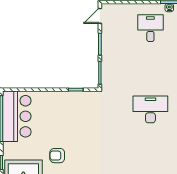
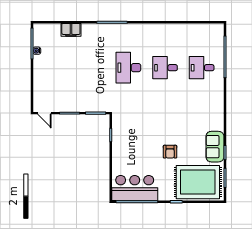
desk: (150, 28) -> (165, 68), moved

